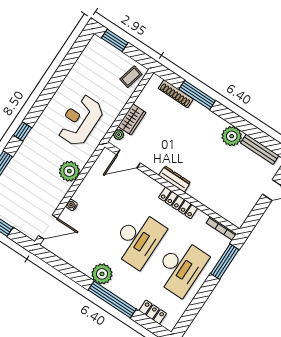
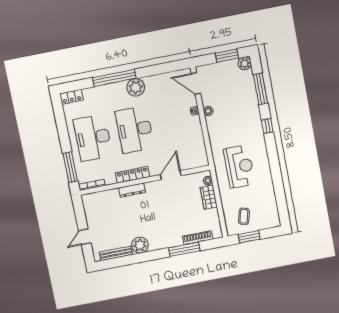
window: (115, 40) -> (249, 237), moved
coffee table: (131, 77) -> (244, 216), moved
door: (128, 159) -> (171, 175), moved
plant: (69, 171) -> (208, 111), moved, width x0.53, depth x0.53
dresser: (175, 179) -> (132, 190), moved
door: (48, 227) -> (196, 84), hinge flipped
locker: (153, 312) -> (71, 97), moved

